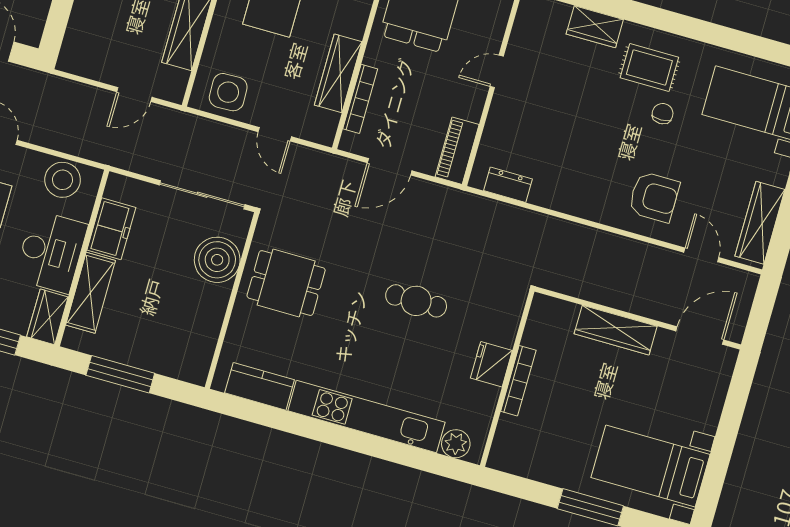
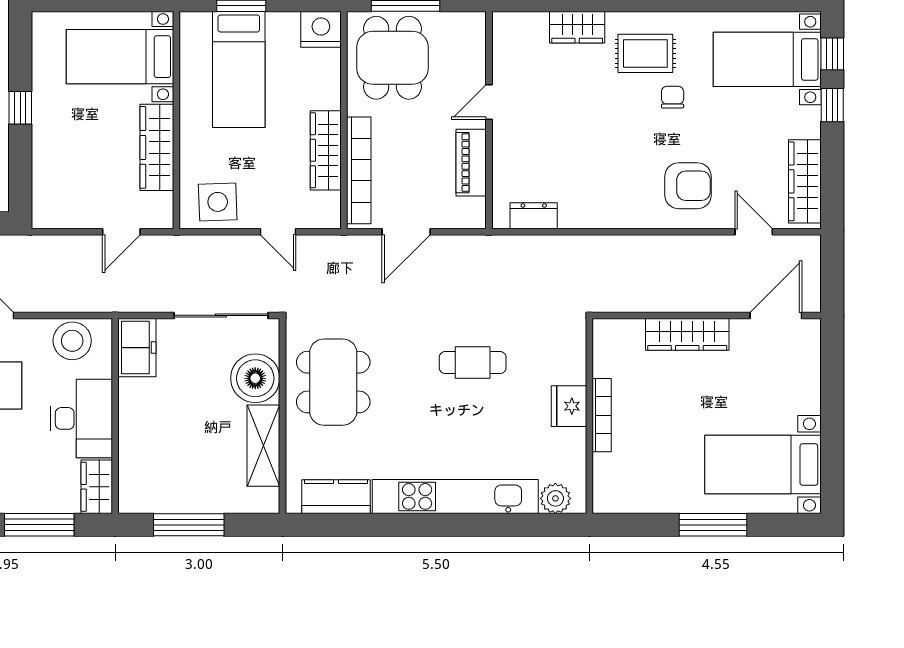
bookcase: (360, 99) -> (359, 170), width x1.48, depth x1.31
piano: (457, 151) -> (471, 163), moved
freezer: (111, 229) -> (137, 348), moved
dining table: (286, 283) -> (333, 382), width x1.38
shelving: (90, 293) -> (263, 446), moved

